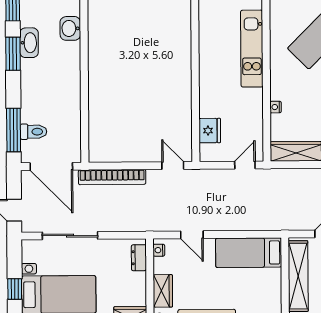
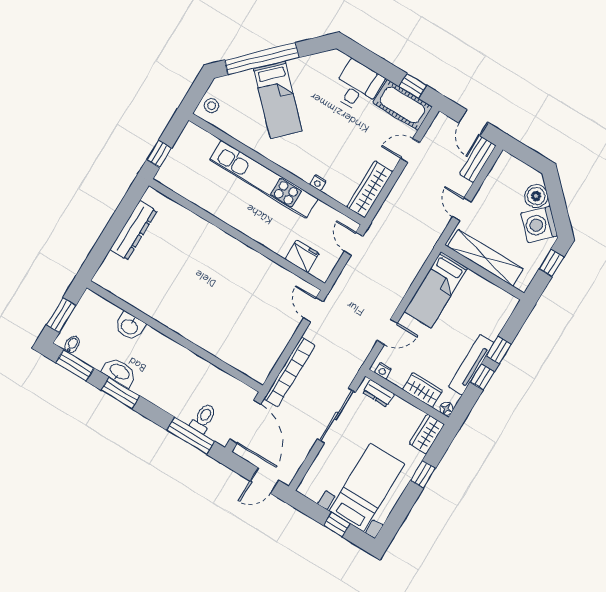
kitchen unit: (252, 49) -> (264, 179), width x1.36
door: (51, 166) -> (245, 422), hinge flipped
door: (173, 166) -> (313, 310), hinge flipped
sliding door: (70, 236) -> (336, 416), moved

